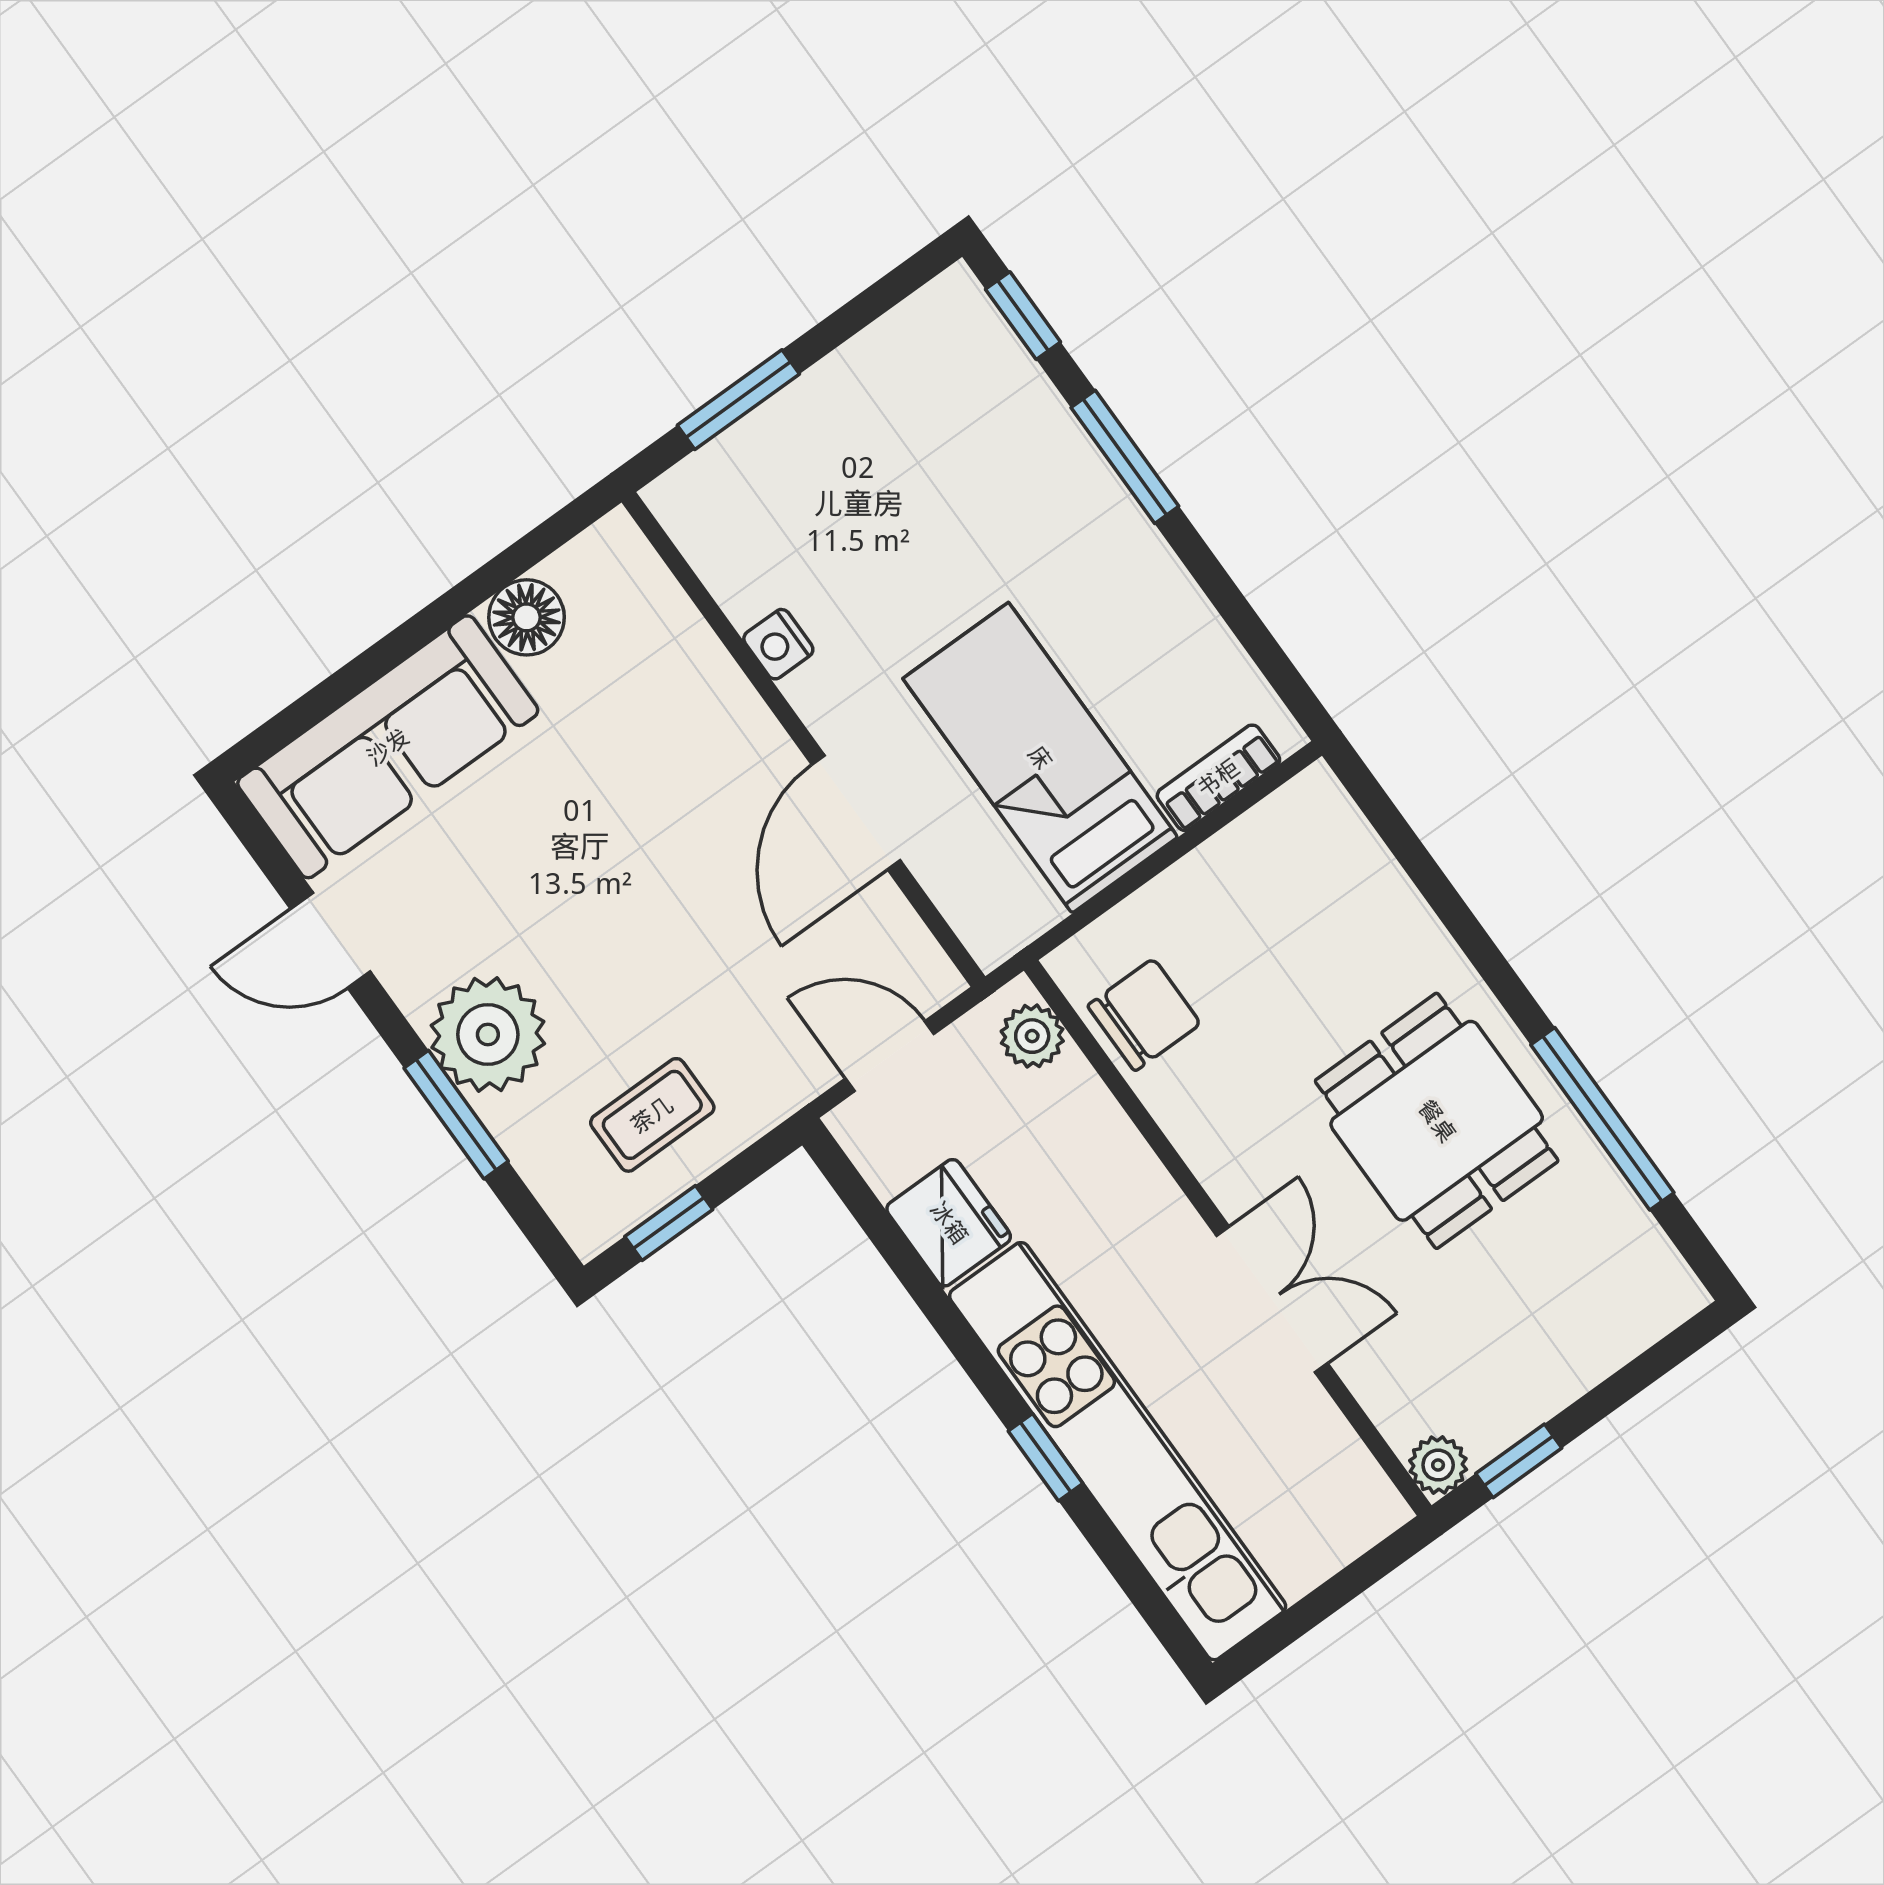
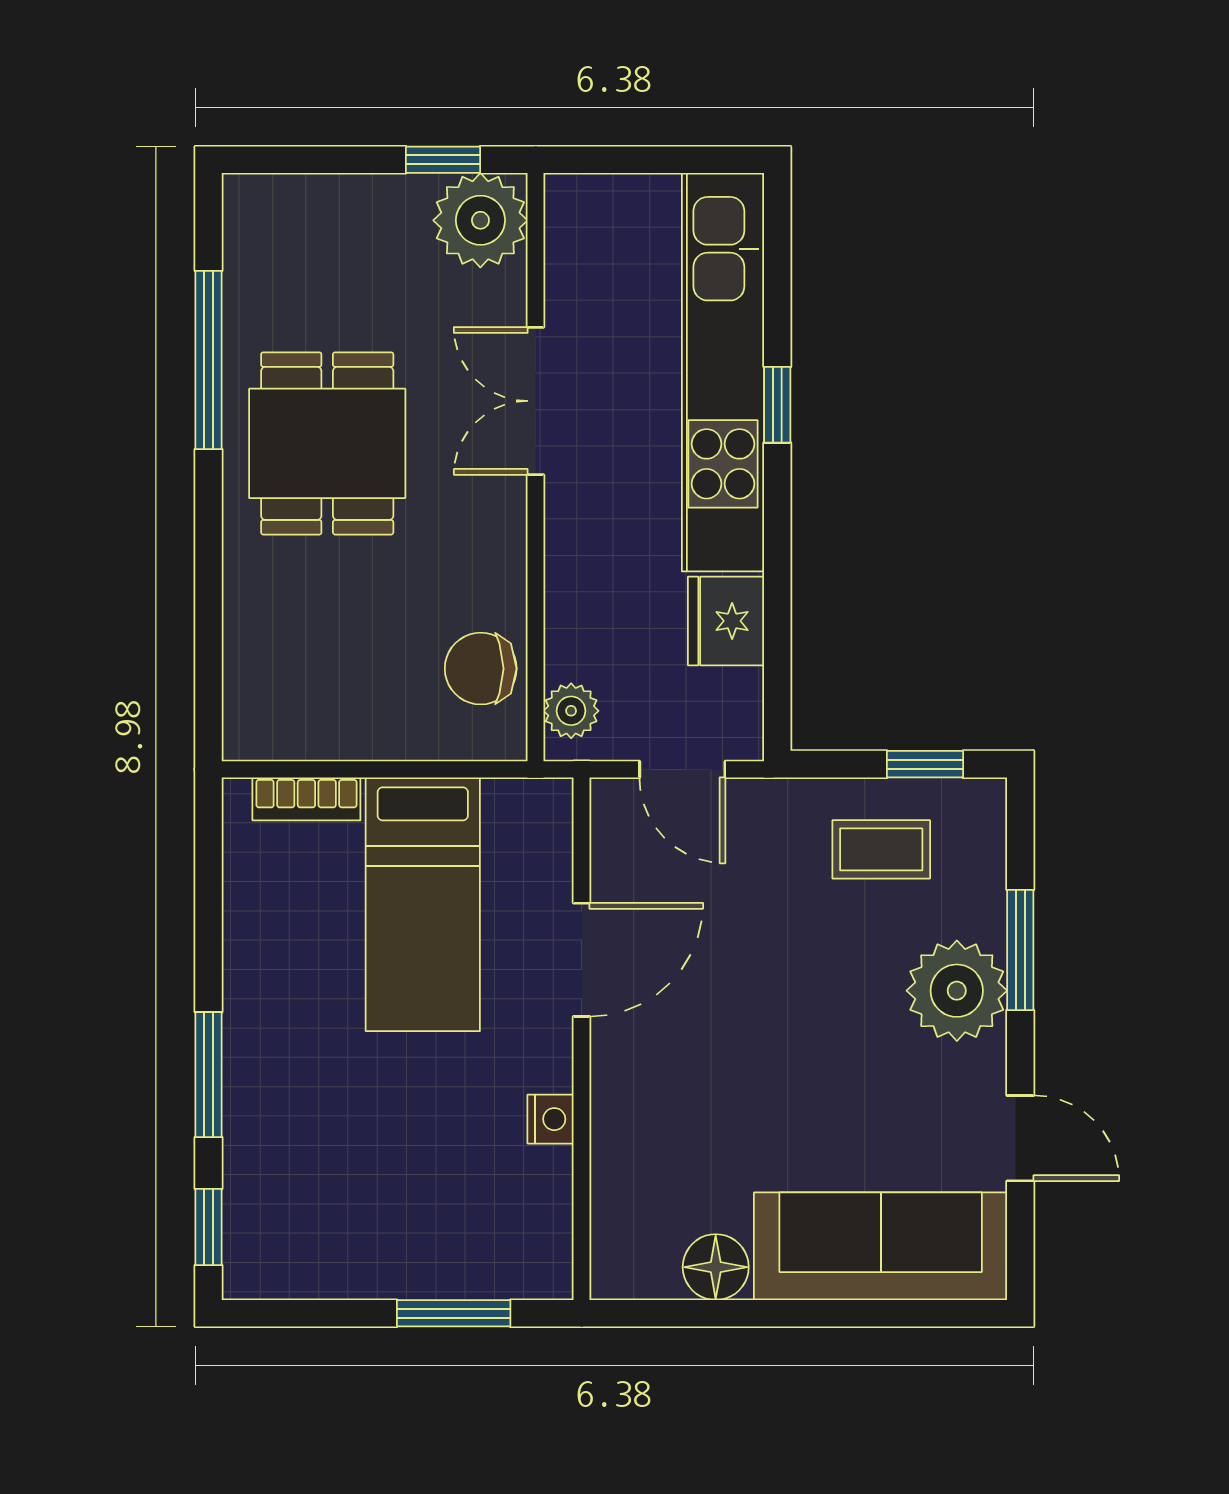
plant: (1438, 1465) -> (480, 220), width x1.88, depth x1.88

